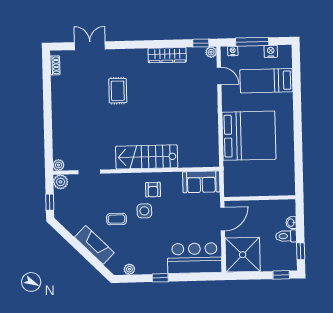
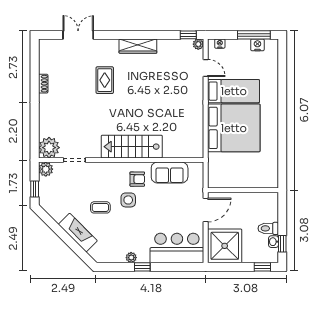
window: (252, 42) -> (254, 35), moved
wardrobe: (167, 55) -> (138, 46), moved
shoe rack: (55, 65) -> (43, 84), moved
bed: (266, 81) -> (234, 91), moved, turned 180
plant: (58, 165) -> (49, 148), width x1.87, depth x1.87
sofa: (201, 182) -> (170, 173), moved
armchair: (153, 190) -> (137, 179), turned -90
washbasin: (291, 223) -> (274, 242), moved
plant: (129, 269) -> (131, 258), moved

